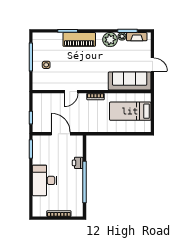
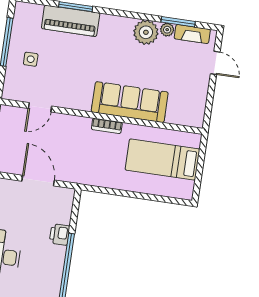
piano: (79, 39) -> (71, 21), moved
door: (152, 65) -> (215, 63), moved
sofa: (130, 81) -> (130, 102), moved
door: (71, 92) -> (40, 107), moved

